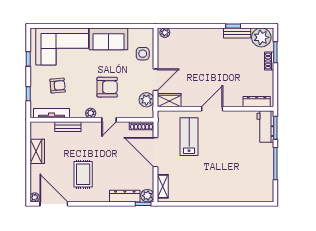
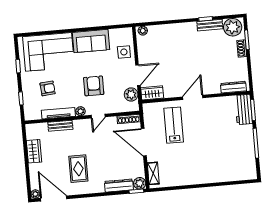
armchair: (107, 87) -> (94, 86), turned -90
tv unit: (51, 113) -> (58, 113), moved

